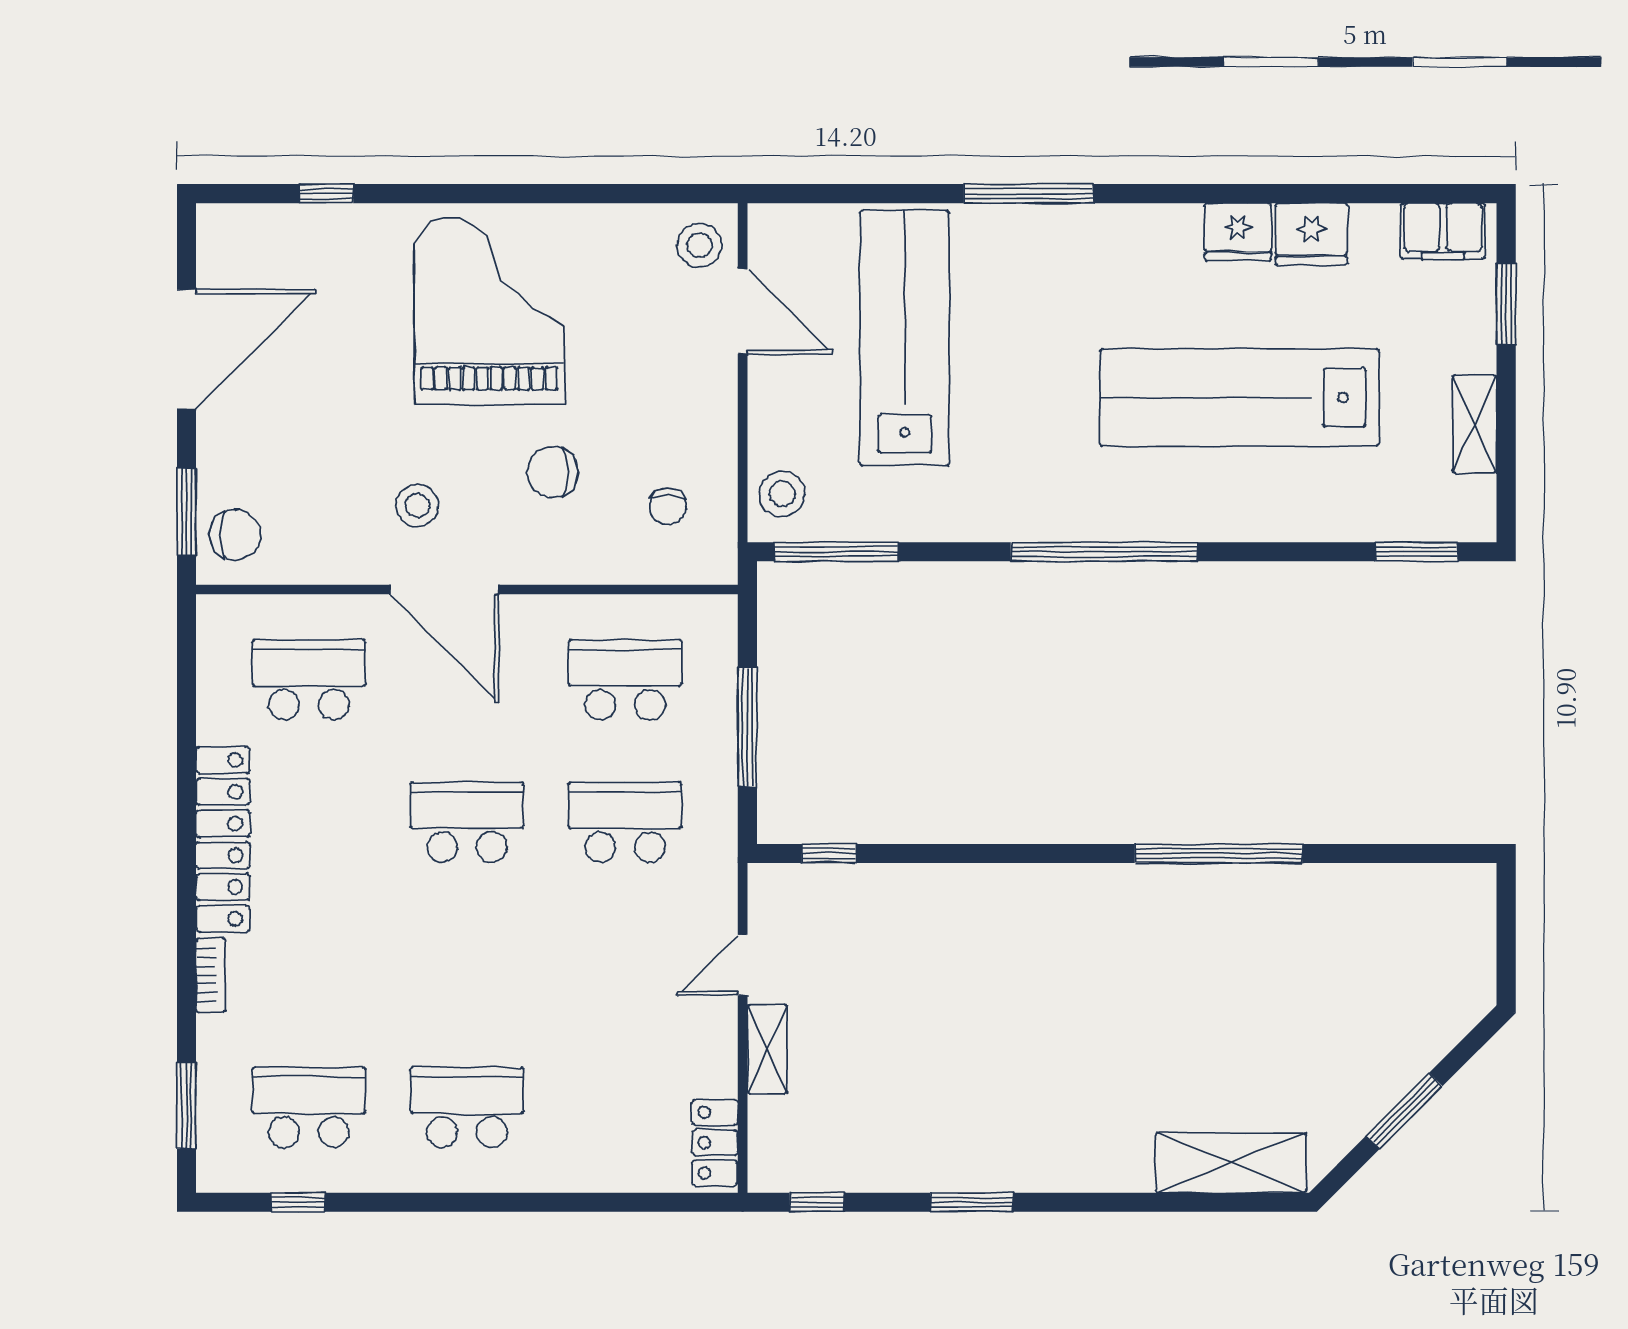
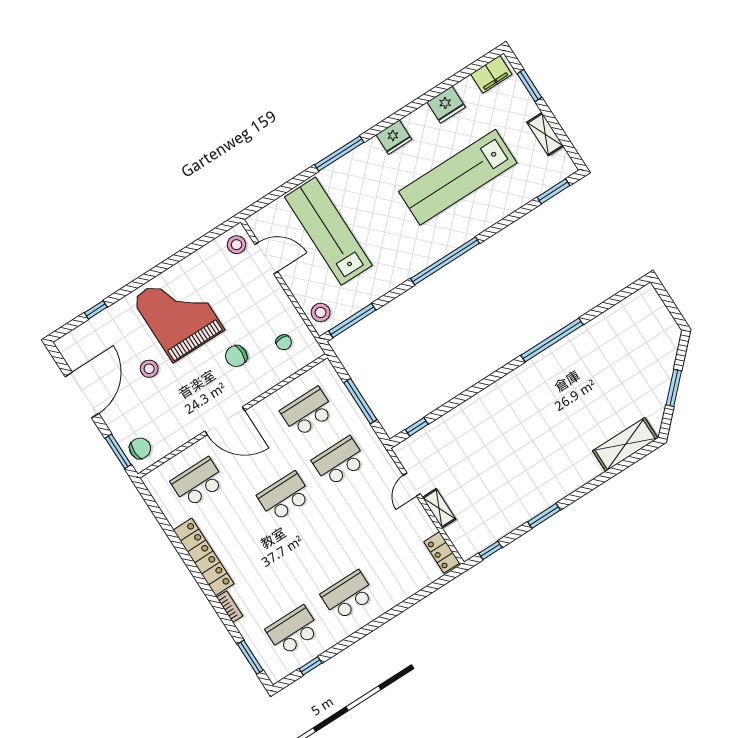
fridge: (1238, 232) -> (394, 137), moved
stool: (417, 505) -> (149, 369), moved

